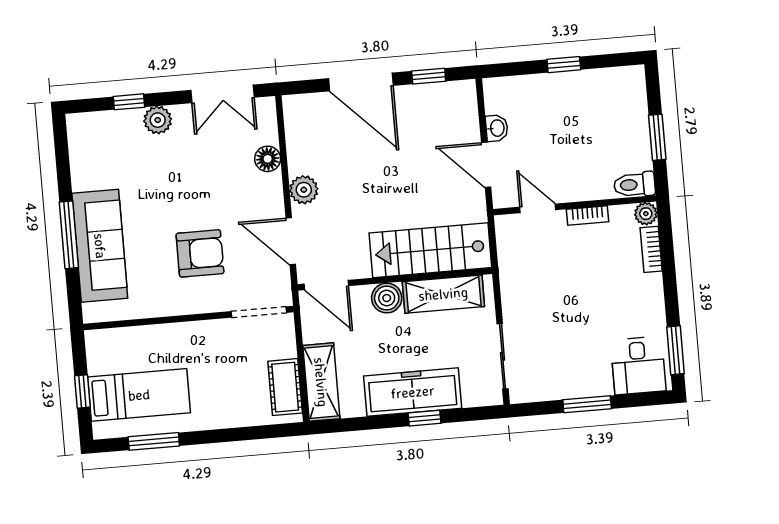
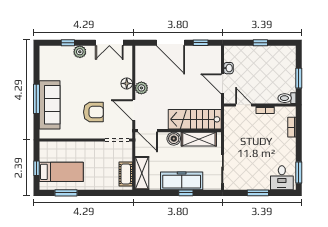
floor lamp: (268, 159) -> (127, 83), moved
plant: (646, 214) -> (291, 111), removed

